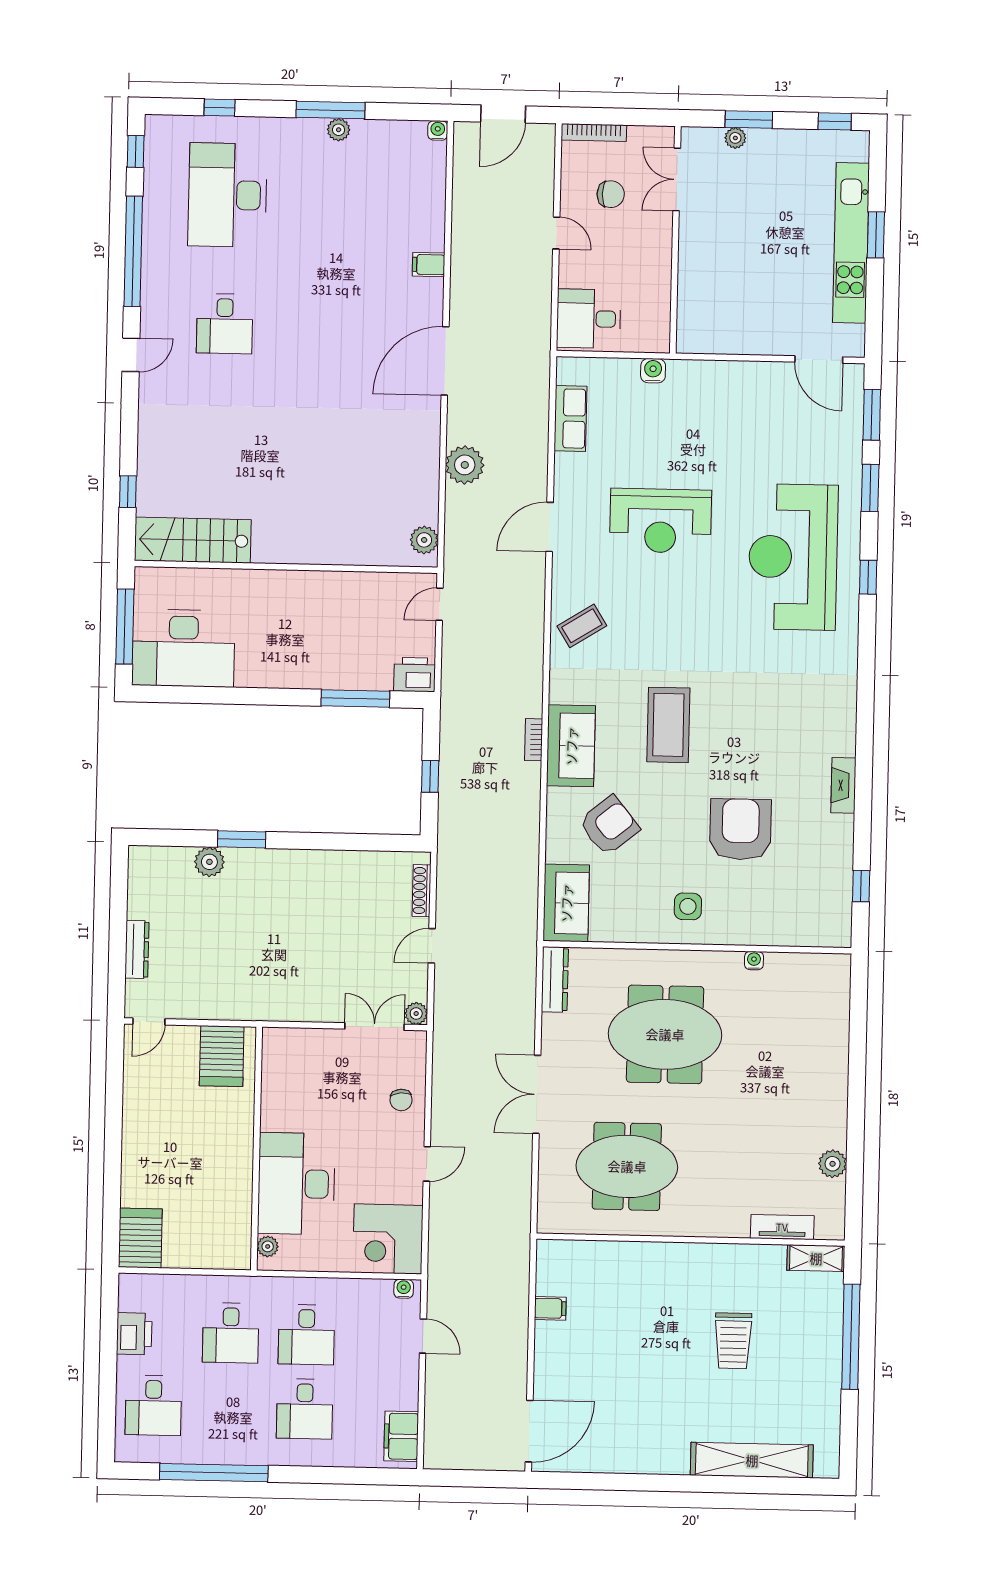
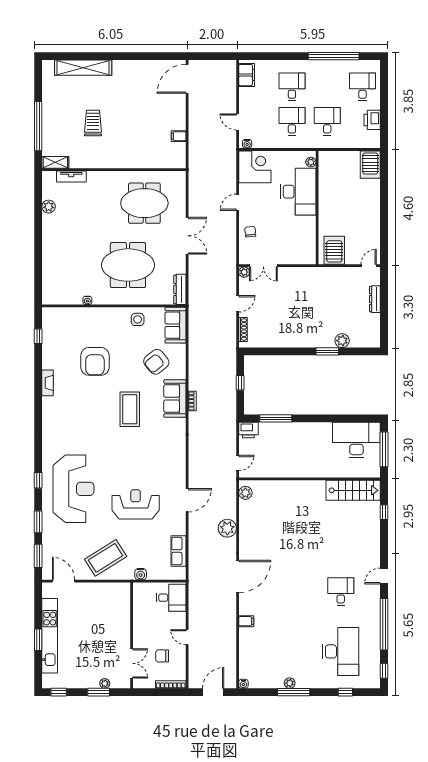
coffee table: (582, 626) -> (106, 558), moved, width x1.86, depth x1.72
side table: (688, 906) -> (138, 319), moved

